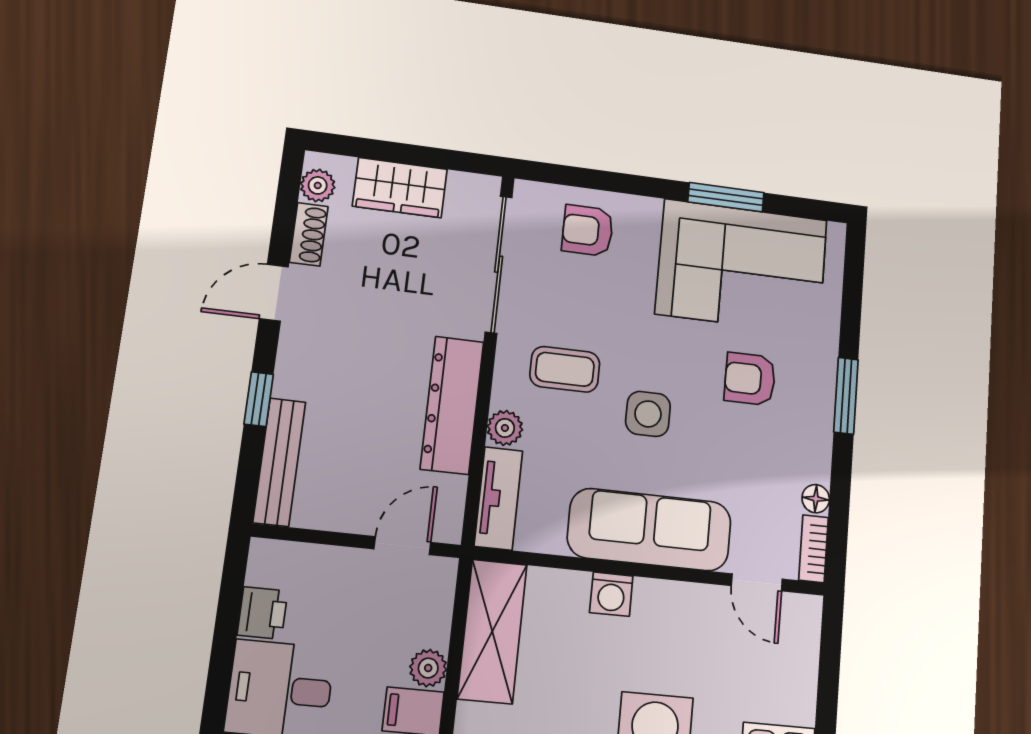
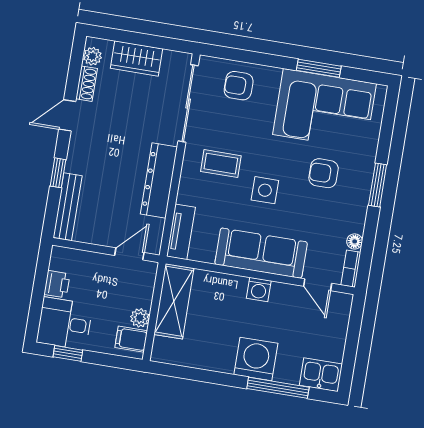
plant: (505, 428) -> (187, 194), removed
washing machine: (611, 594) -> (259, 290), moved

